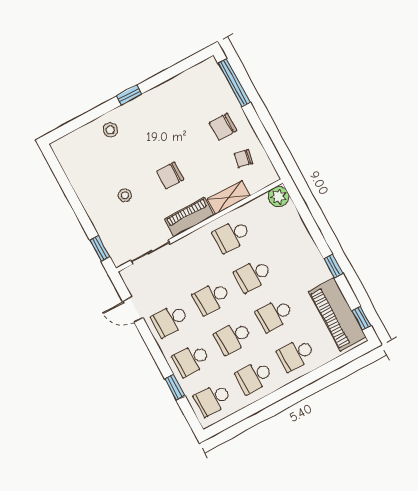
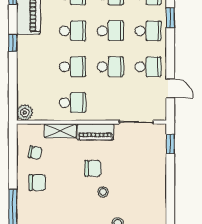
stool: (125, 195) -> (103, 192), moved

